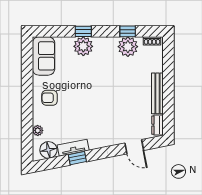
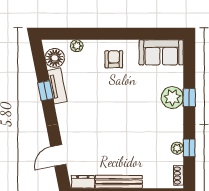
plant: (128, 47) -> (177, 148), width x0.53, depth x0.53

